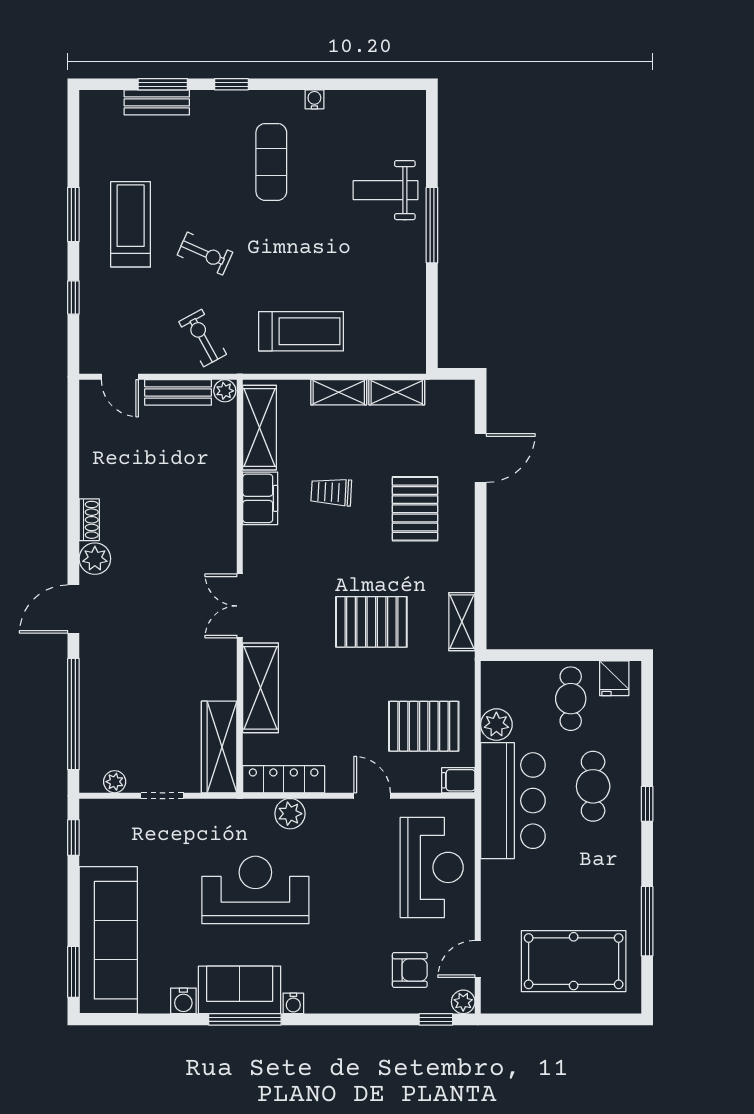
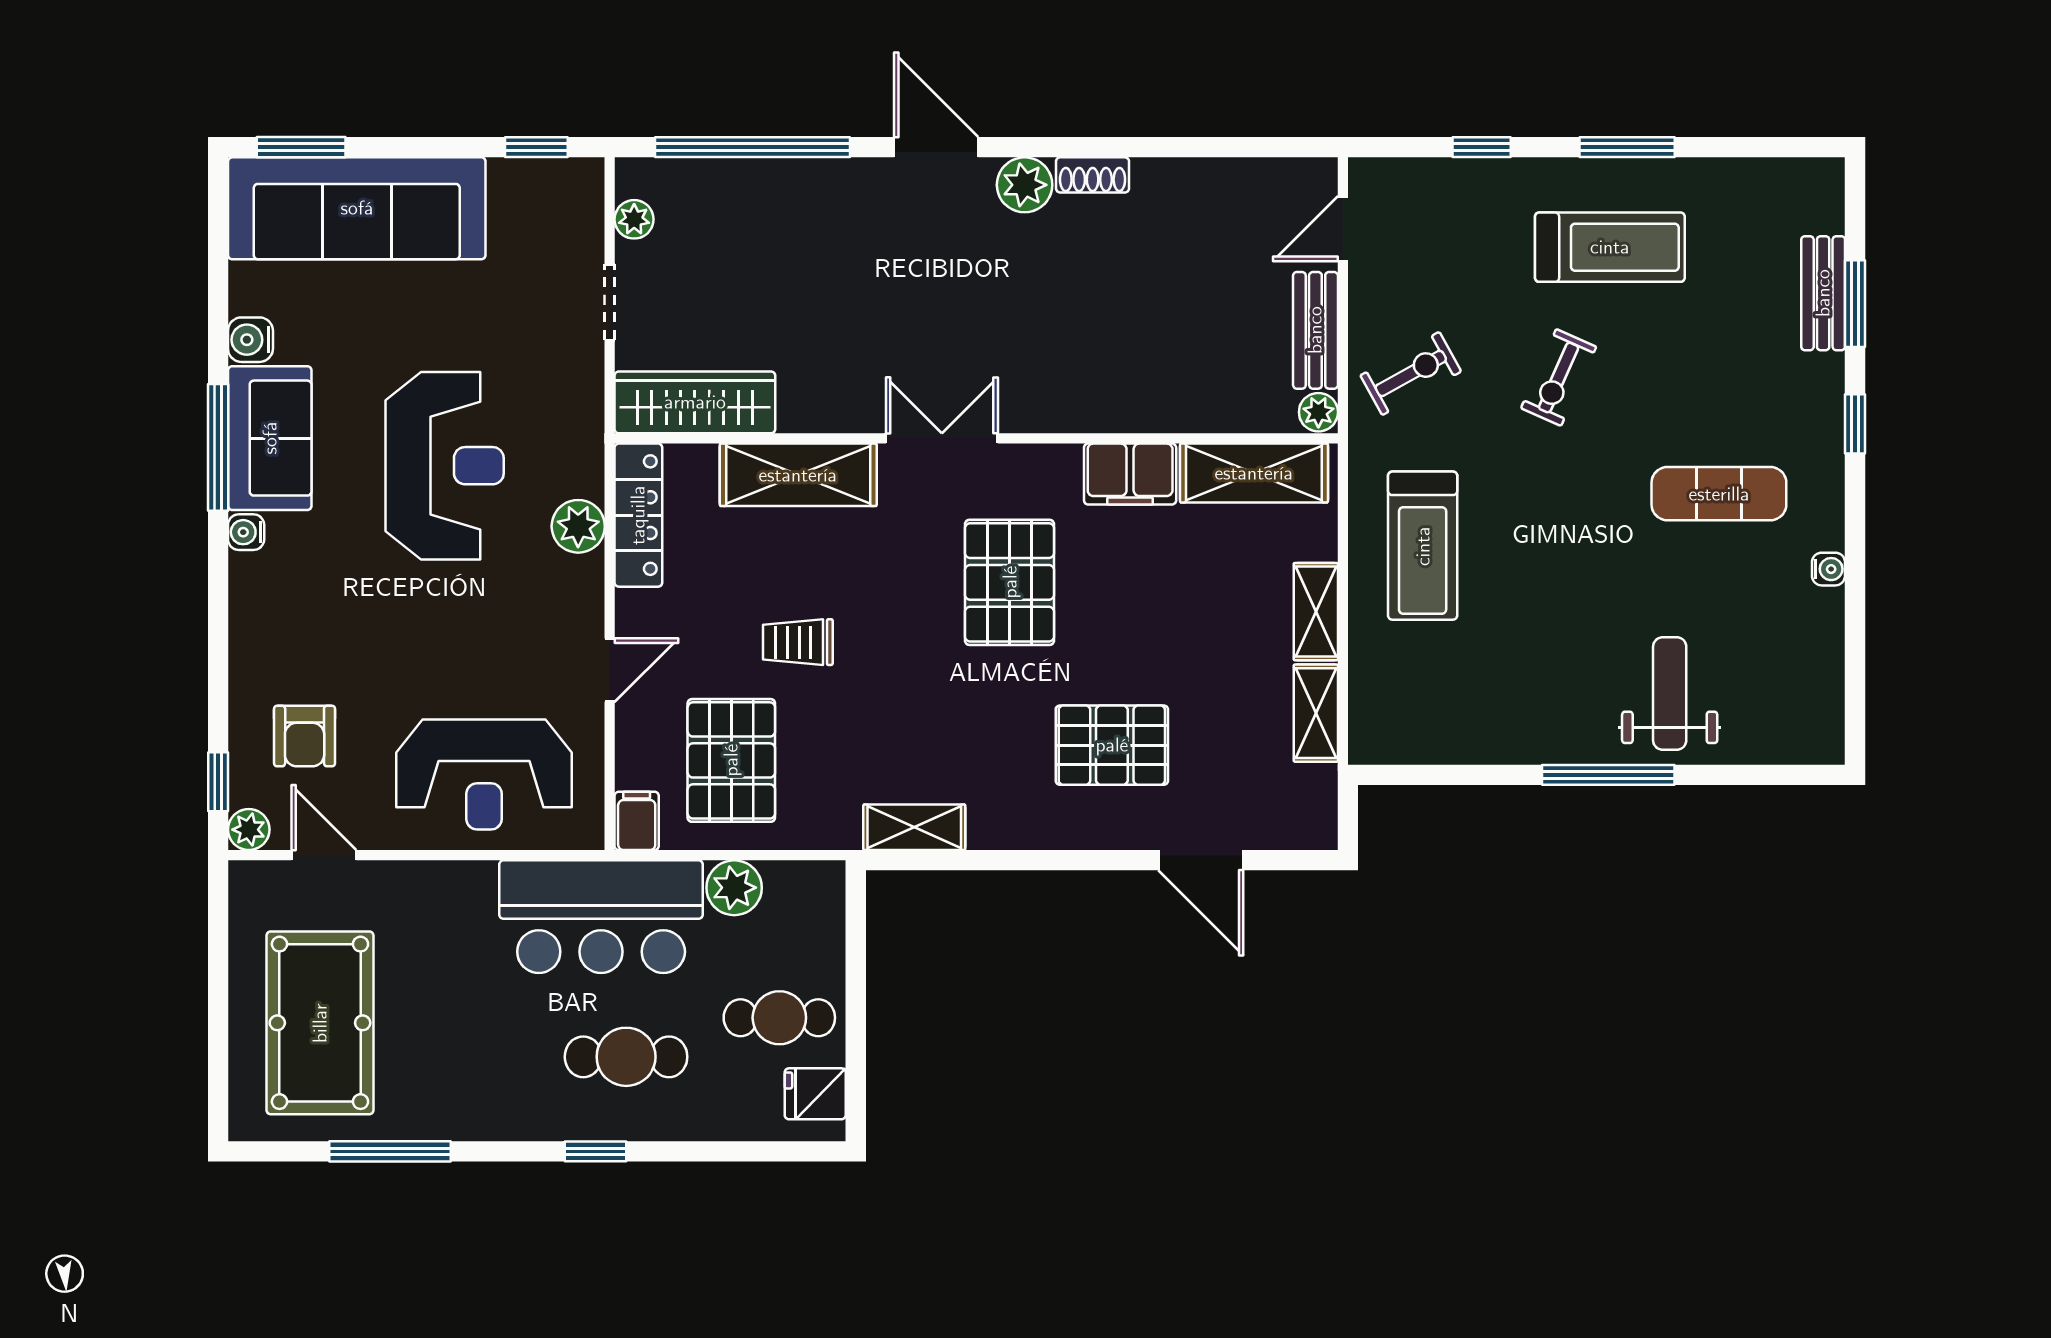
trolley: (331, 492) -> (798, 642), moved, turned -93
pallet: (371, 622) -> (1010, 582), moved

